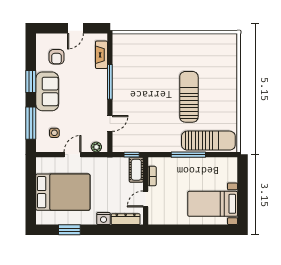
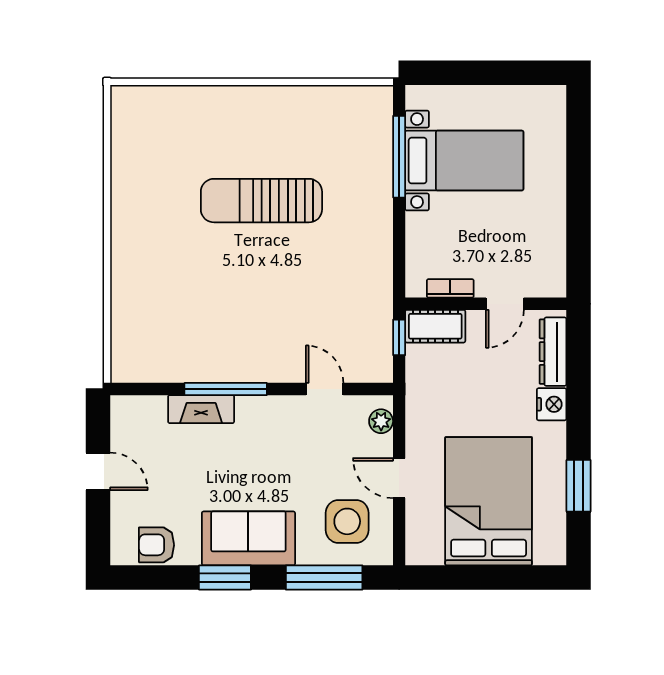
fireplace: (101, 55) -> (201, 409), moved
armchair: (57, 57) -> (156, 545), moved, turned 180
side table: (54, 133) -> (347, 521), width x1.87, depth x1.87
sun lounger: (208, 141) -> (366, 154), removed
window: (188, 155) -> (399, 157), moved
door: (146, 199) -> (505, 304), hinge flipped
bed with nightstands: (213, 204) -> (464, 161), moved, turned -90

